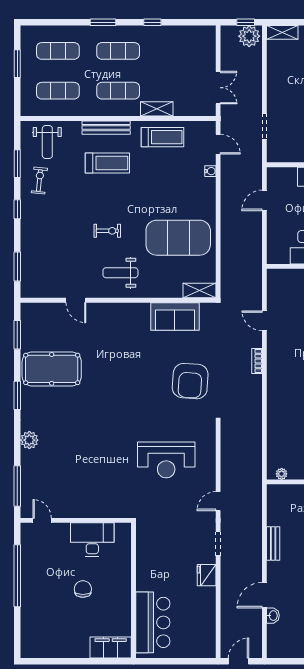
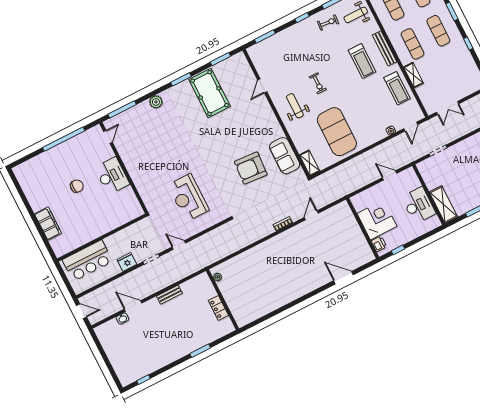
armchair: (190, 381) -> (251, 168), moved
wall: (134, 590) -> (102, 238), moved
bar counter: (153, 622) -> (87, 261), moved

